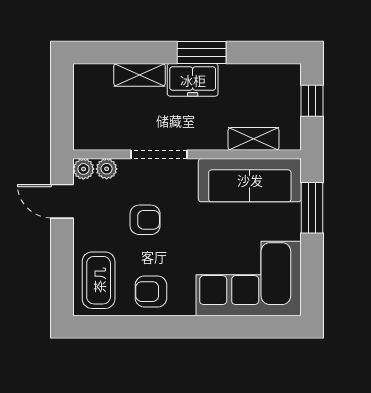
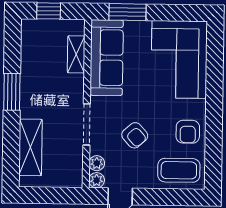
shelving: (140, 75) -> (30, 147), width x1.50, depth x1.33
freezer: (193, 80) -> (32, 99), removed
armchair: (145, 220) -> (135, 135), turned 138

